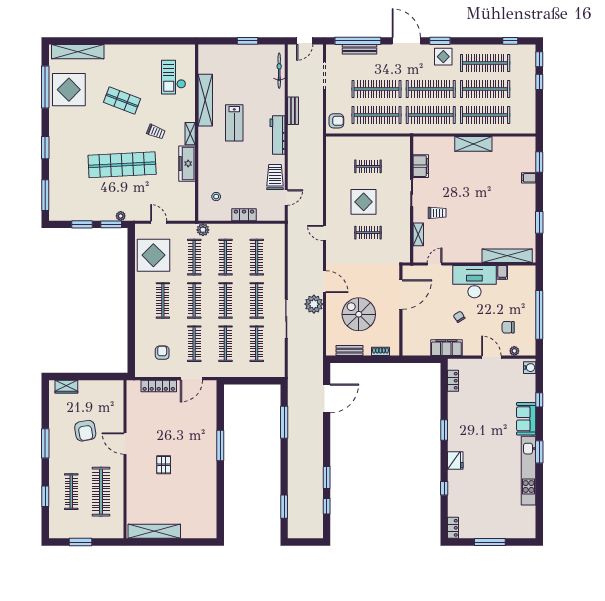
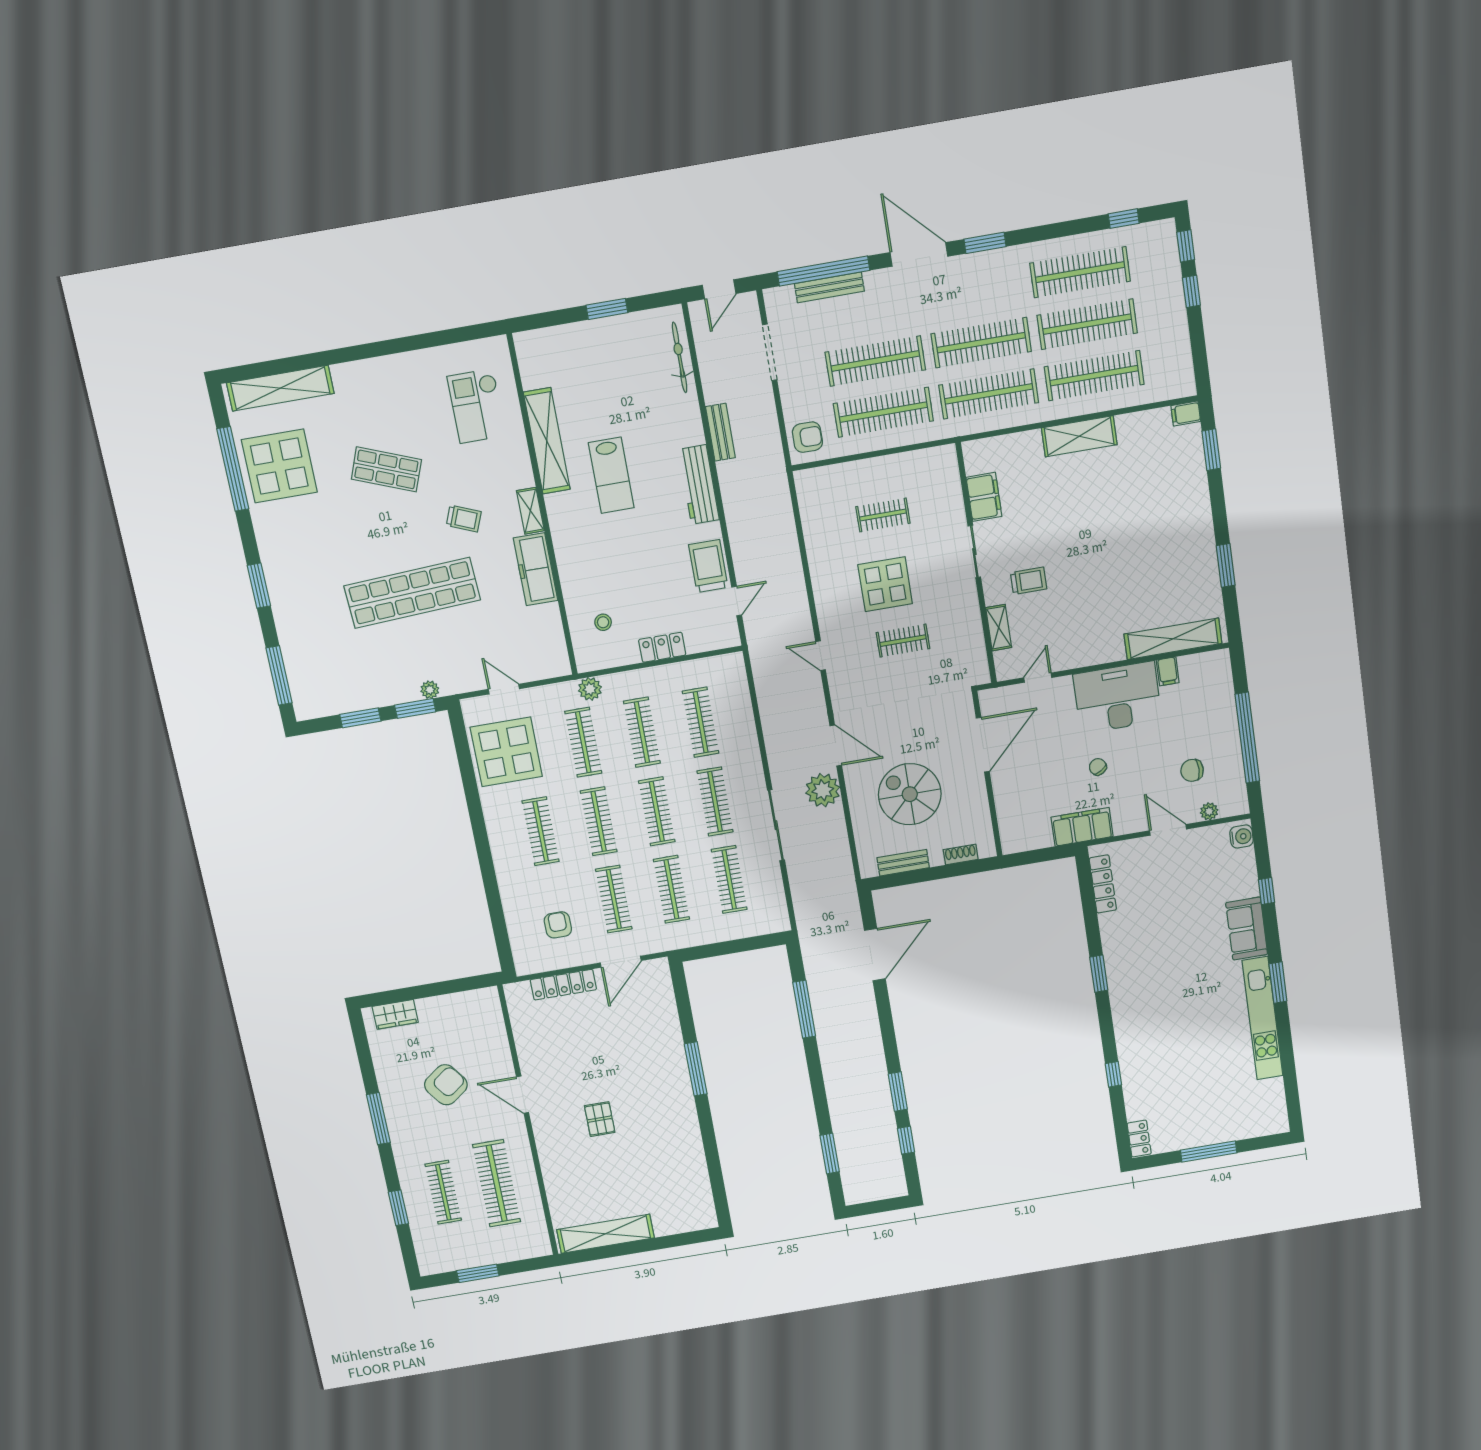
display table: (443, 57) -> (996, 273), removed
filing cabinet: (529, 178) -> (1186, 414), moved
locker: (453, 381) -> (1103, 884), width x1.53
armchair: (85, 431) -> (446, 1085), turned -116
fridge: (455, 461) -> (1127, 1023), removed

